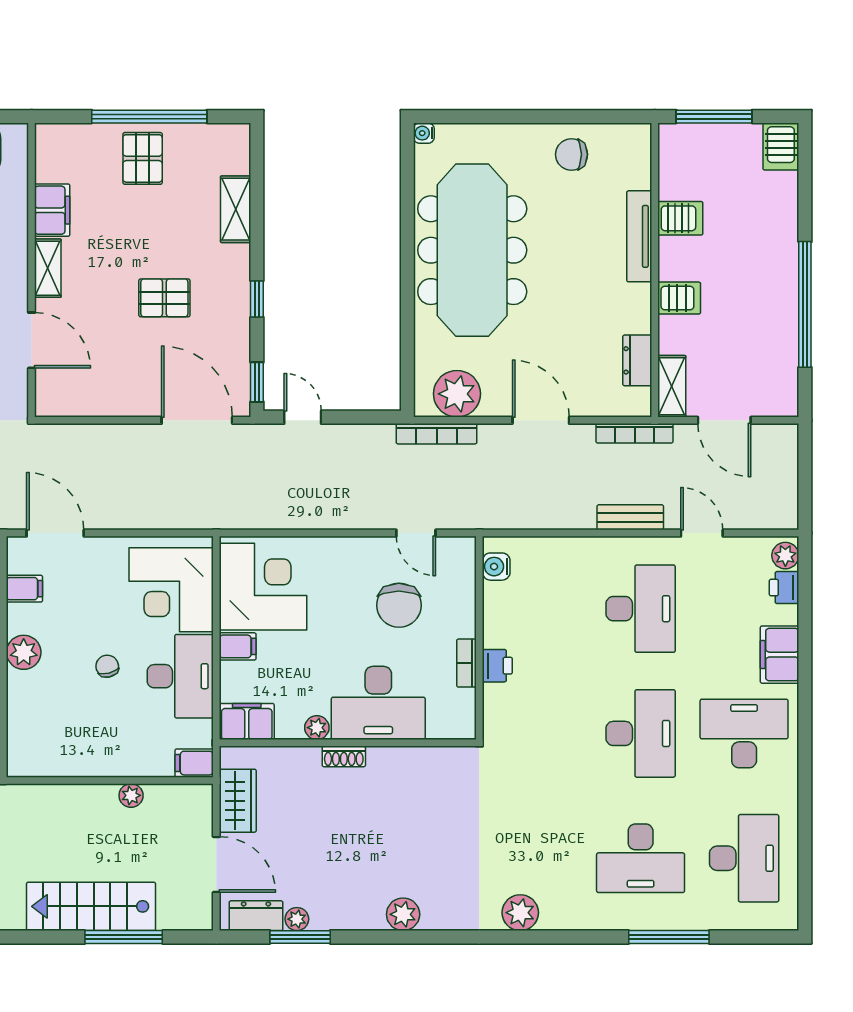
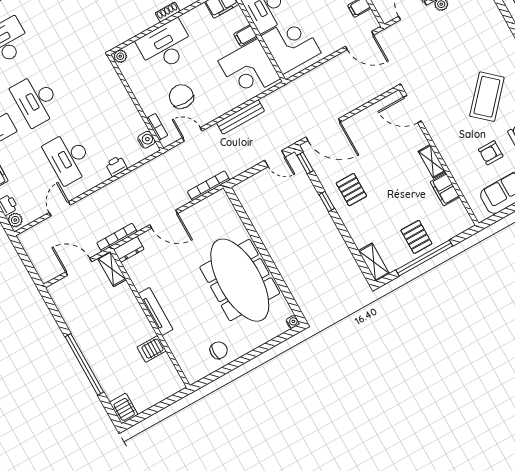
window: (714, 117) -> (162, 405), removed
shelving: (236, 209) -> (374, 262), moved
tv unit: (639, 236) -> (156, 311), moved
pallet: (164, 298) -> (351, 190), moved, turned 90
server rack: (679, 298) -> (131, 312), removed
window: (805, 304) -> (84, 364), moved
door: (32, 340) -> (412, 109), moved
dresser: (637, 360) -> (129, 249), moved, turned 90
plant: (457, 394) -> (209, 210), removed
bench: (630, 517) -> (241, 117), moved, width x1.36
door: (702, 533) -> (60, 209), swing flipped
bookcase: (467, 663) -> (157, 127), moved
printer: (497, 666) -> (116, 166), moved, turned 90
plant: (317, 728) -> (120, 56), moved

